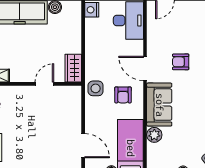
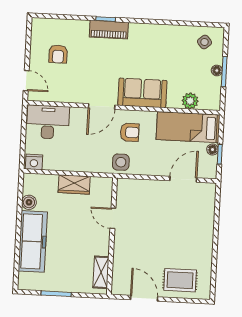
armchair: (181, 62) -> (58, 54), moved
wardrobe: (73, 68) -> (74, 184), moved
plant: (154, 135) -> (190, 101), moved

